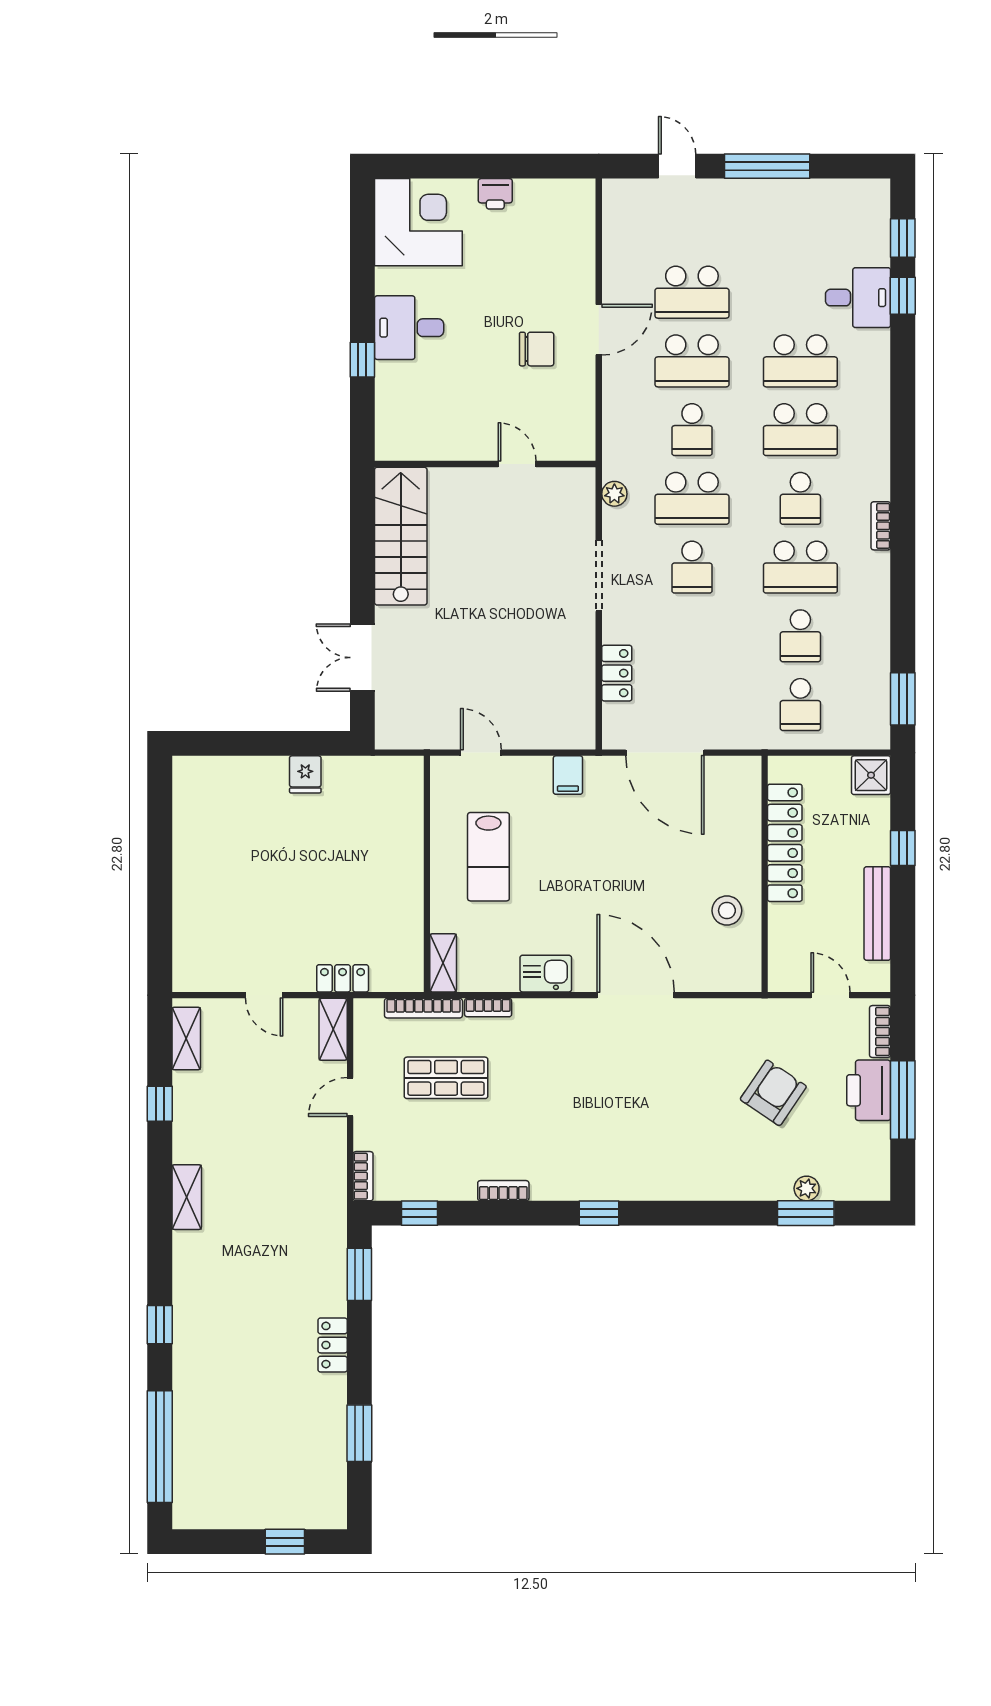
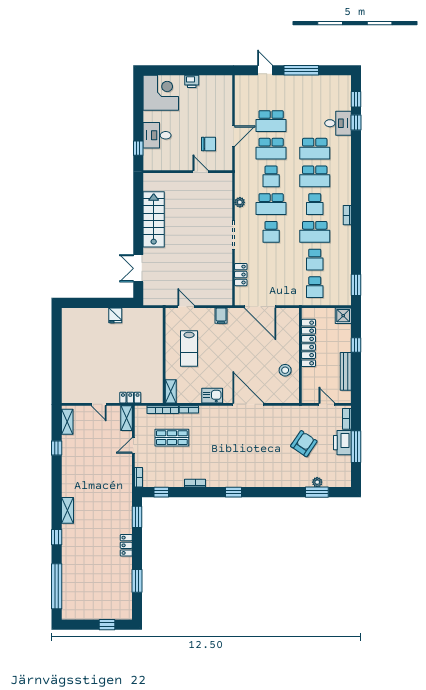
wall: (485, 464) -> (188, 172), moved
door: (517, 464) -> (201, 172), moved
shelving: (187, 1197) -> (67, 510), moved

